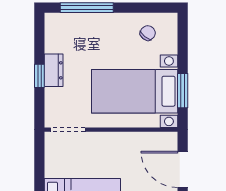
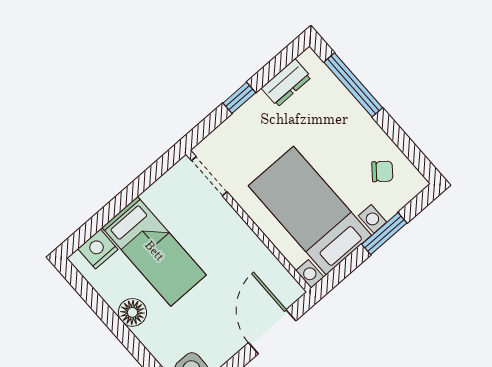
dresser: (54, 70) -> (286, 83), moved
window: (183, 91) -> (384, 234), moved

